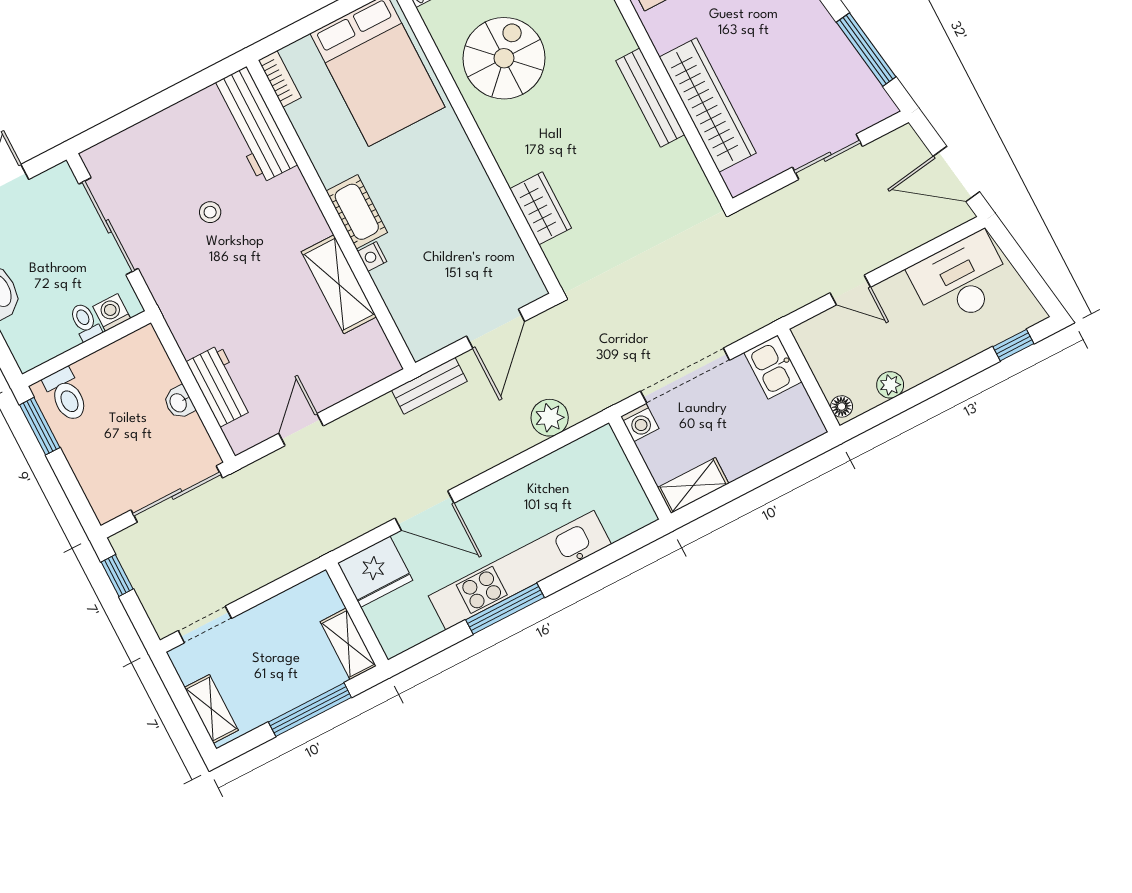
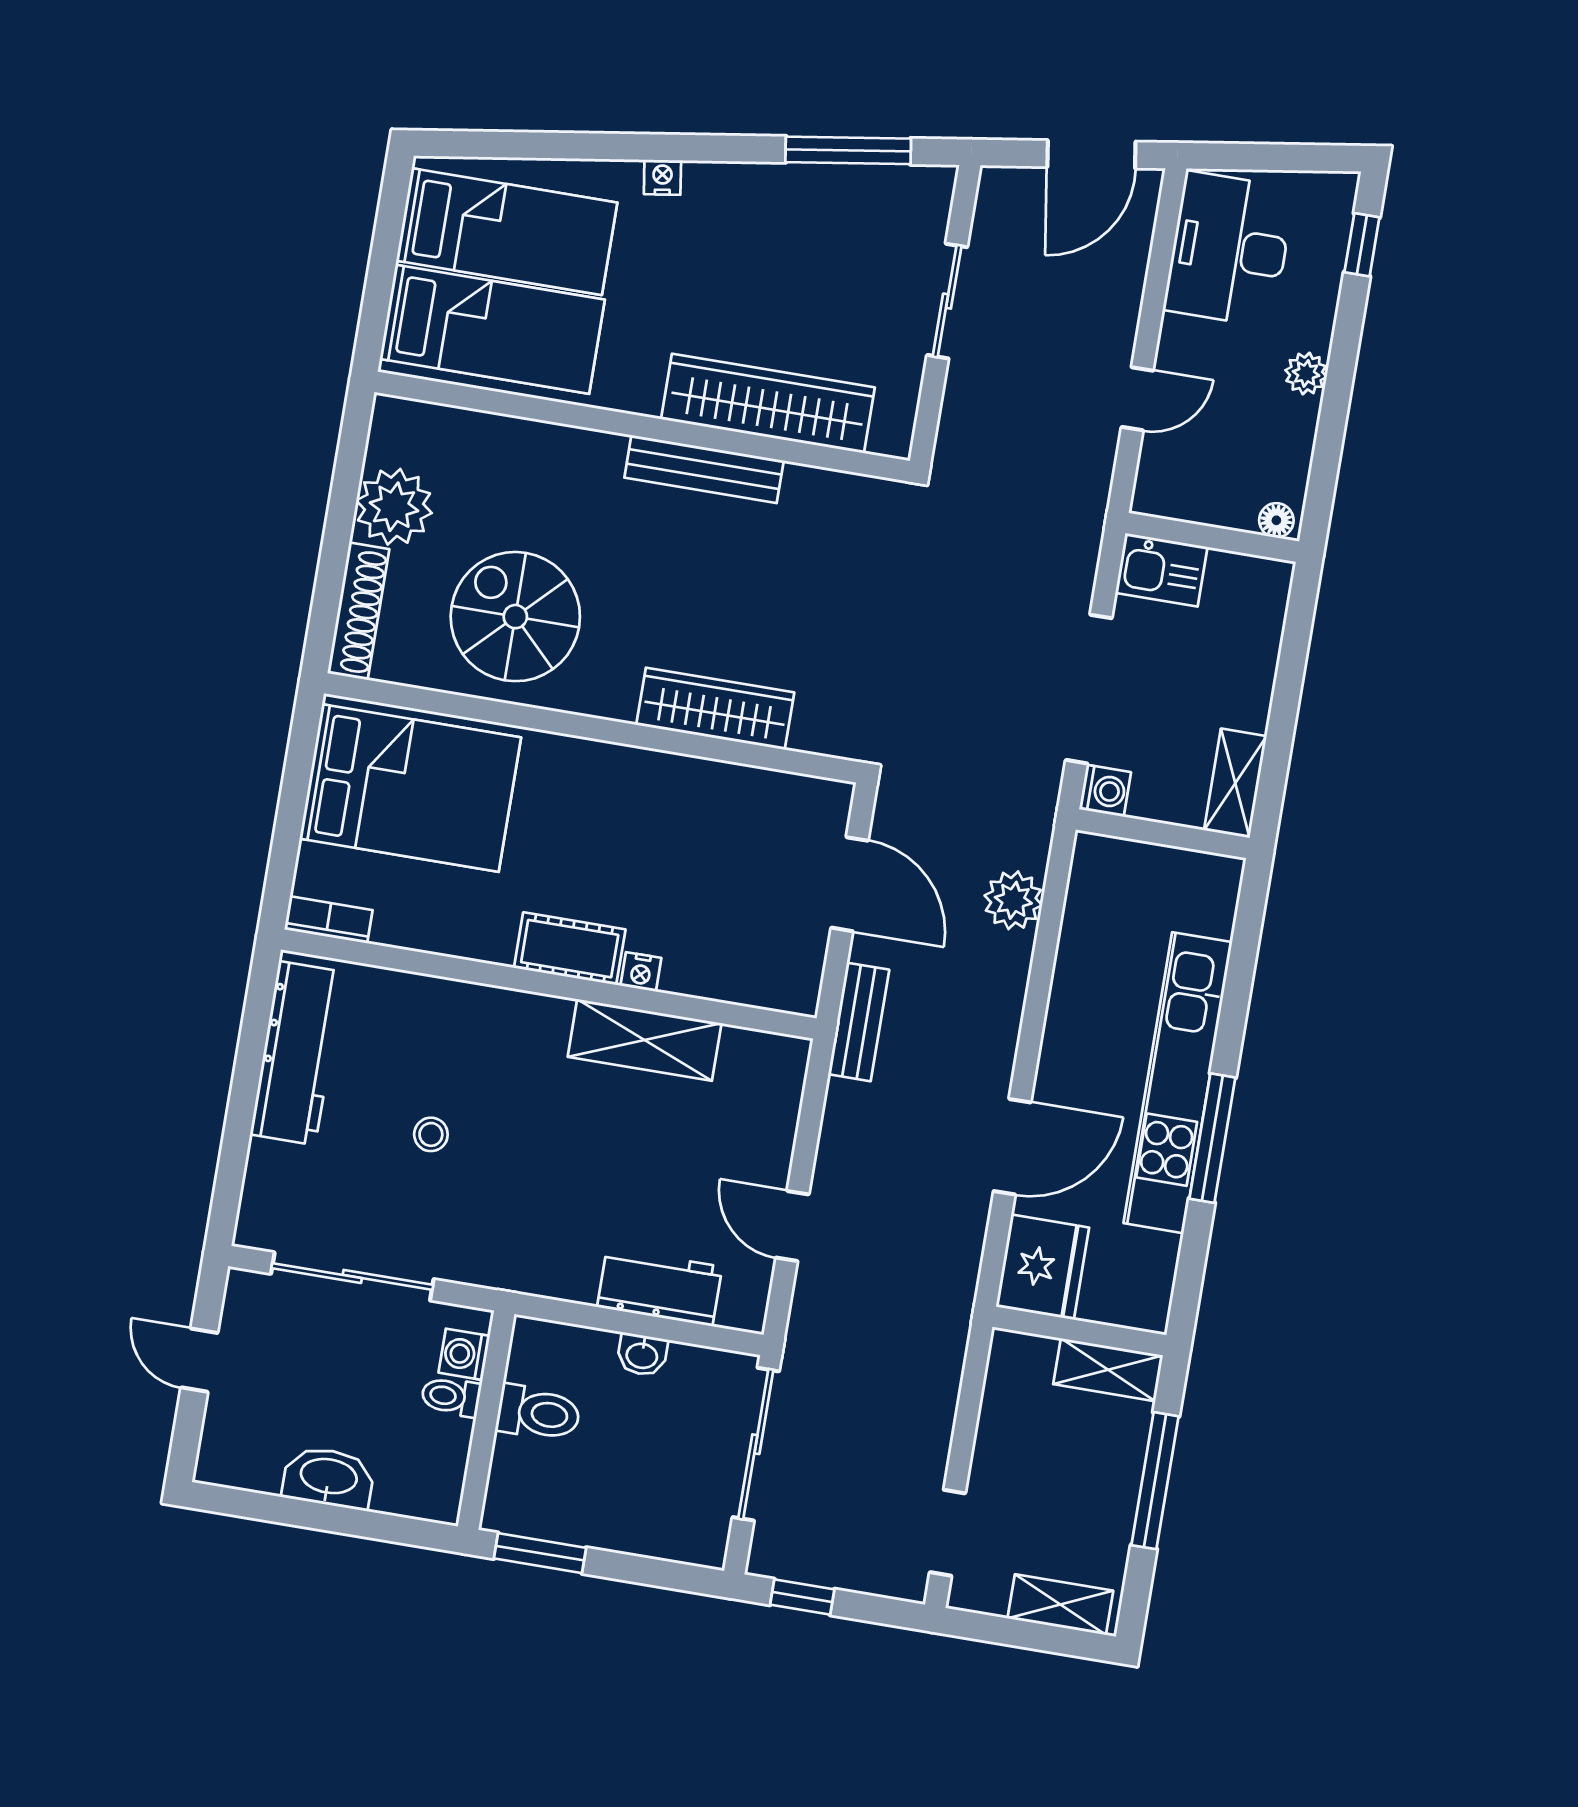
workbench: (254, 125) -> (297, 1053), moved, turned -90
wardrobe: (541, 208) -> (715, 709), width x1.50
plant: (890, 385) -> (1306, 373), moved
toilet: (66, 395) -> (538, 1413), moved

